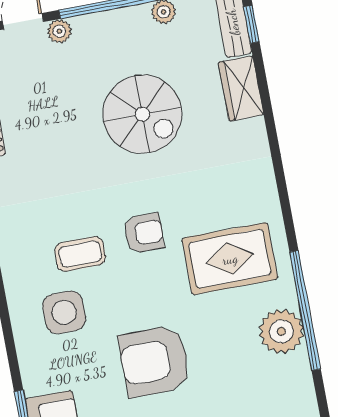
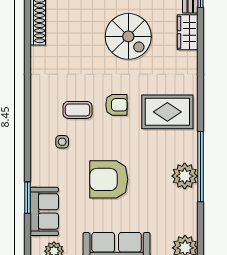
rug: (230, 259) -> (167, 112), moved
side table: (64, 312) -> (62, 142), width x0.54, depth x0.54

